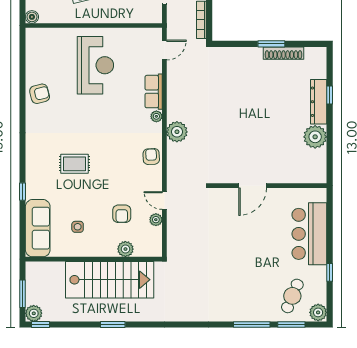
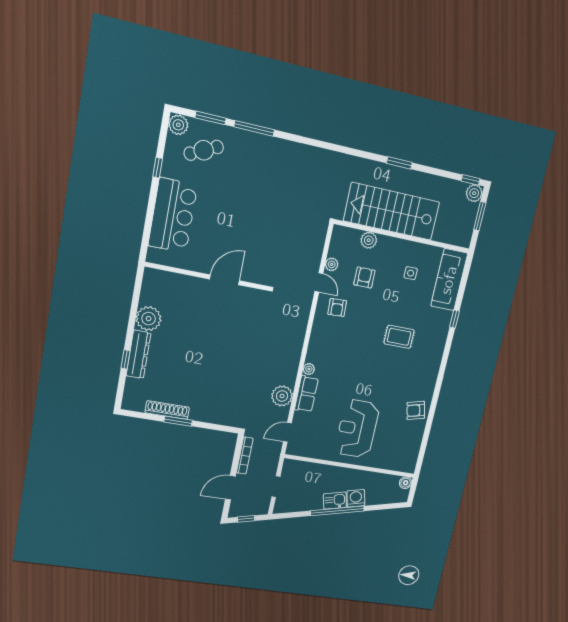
plant: (177, 132) -> (282, 396), moved
armchair: (151, 157) -> (337, 308), moved
cafe table: (292, 296) -> (204, 150), turned 41

